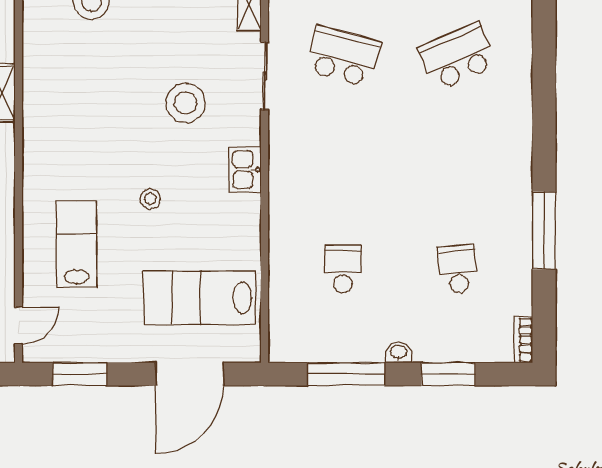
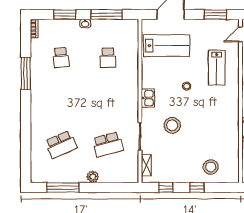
school desk: (343, 56) -> (108, 144), turned -30

